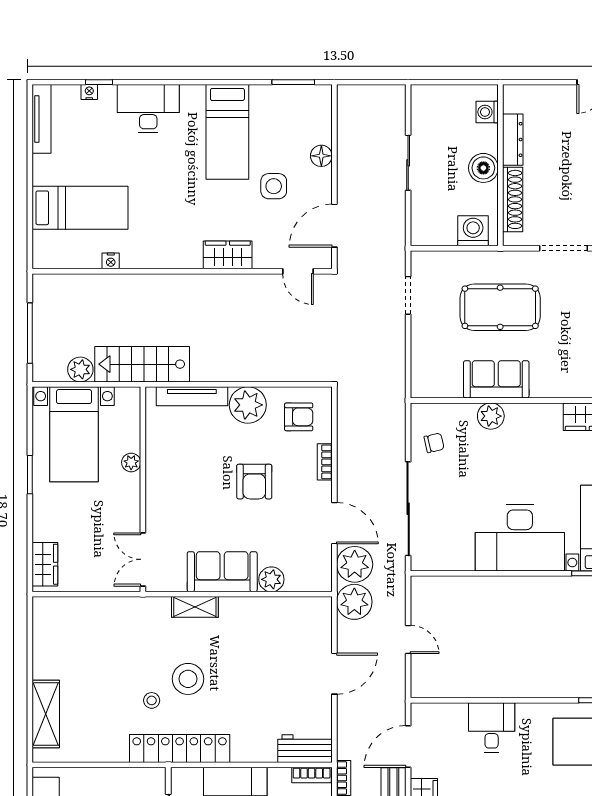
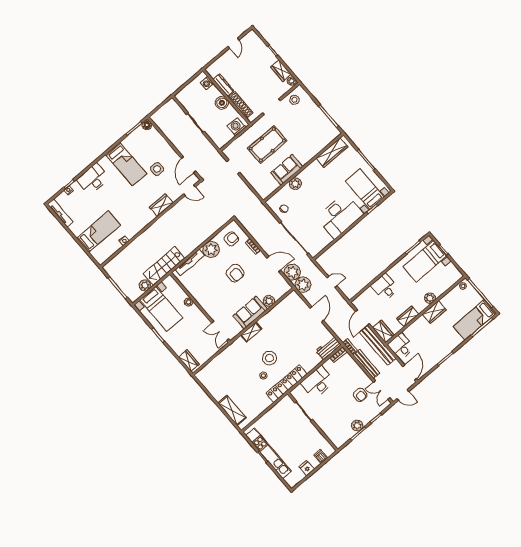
floor lamp: (321, 156) -> (147, 125), moved

